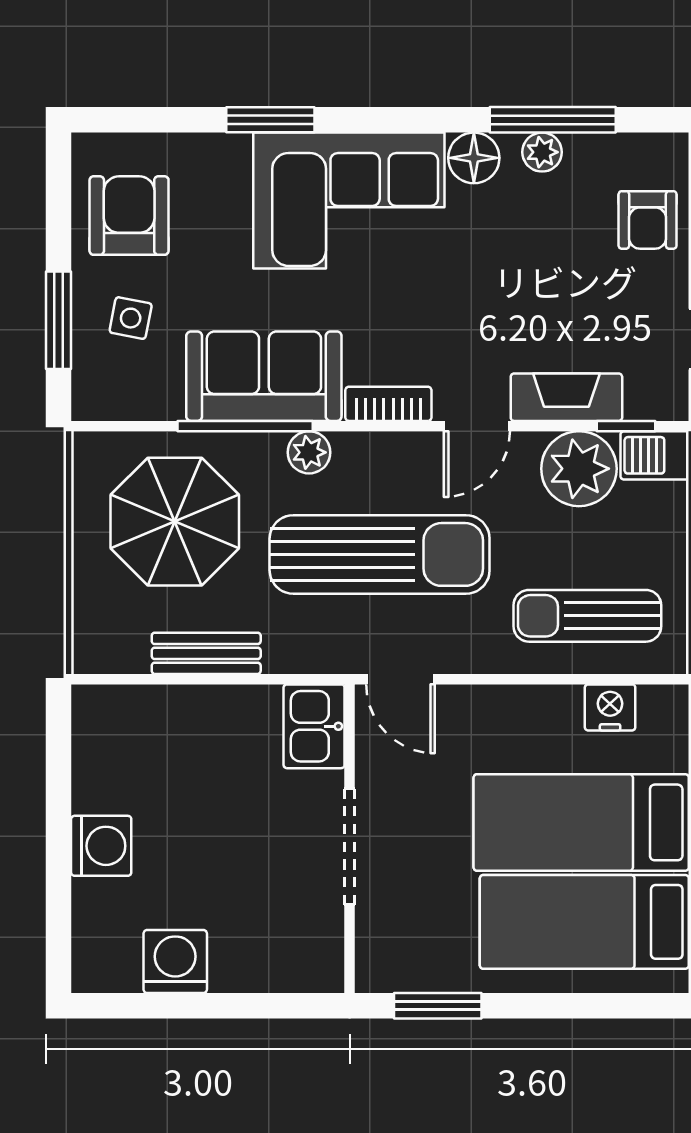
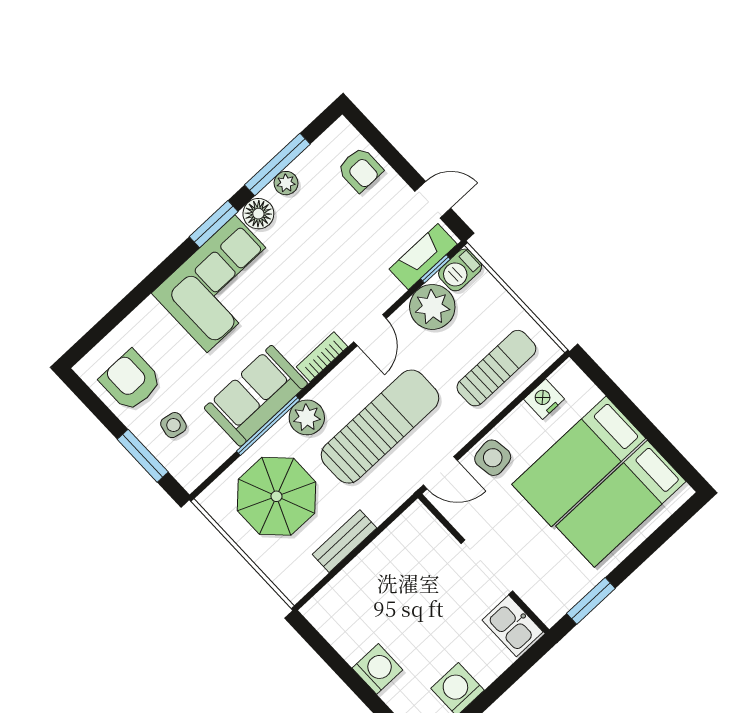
window: (270, 120) -> (214, 224), moved
fireplace: (566, 397) -> (423, 257), moved
plant: (309, 452) -> (307, 417), width x1.38, depth x1.38
sun lounger: (587, 616) -> (496, 368), turned 180
side table: (481, 720) -> (493, 458), added
kitchen sink: (314, 726) -> (513, 626), moved

